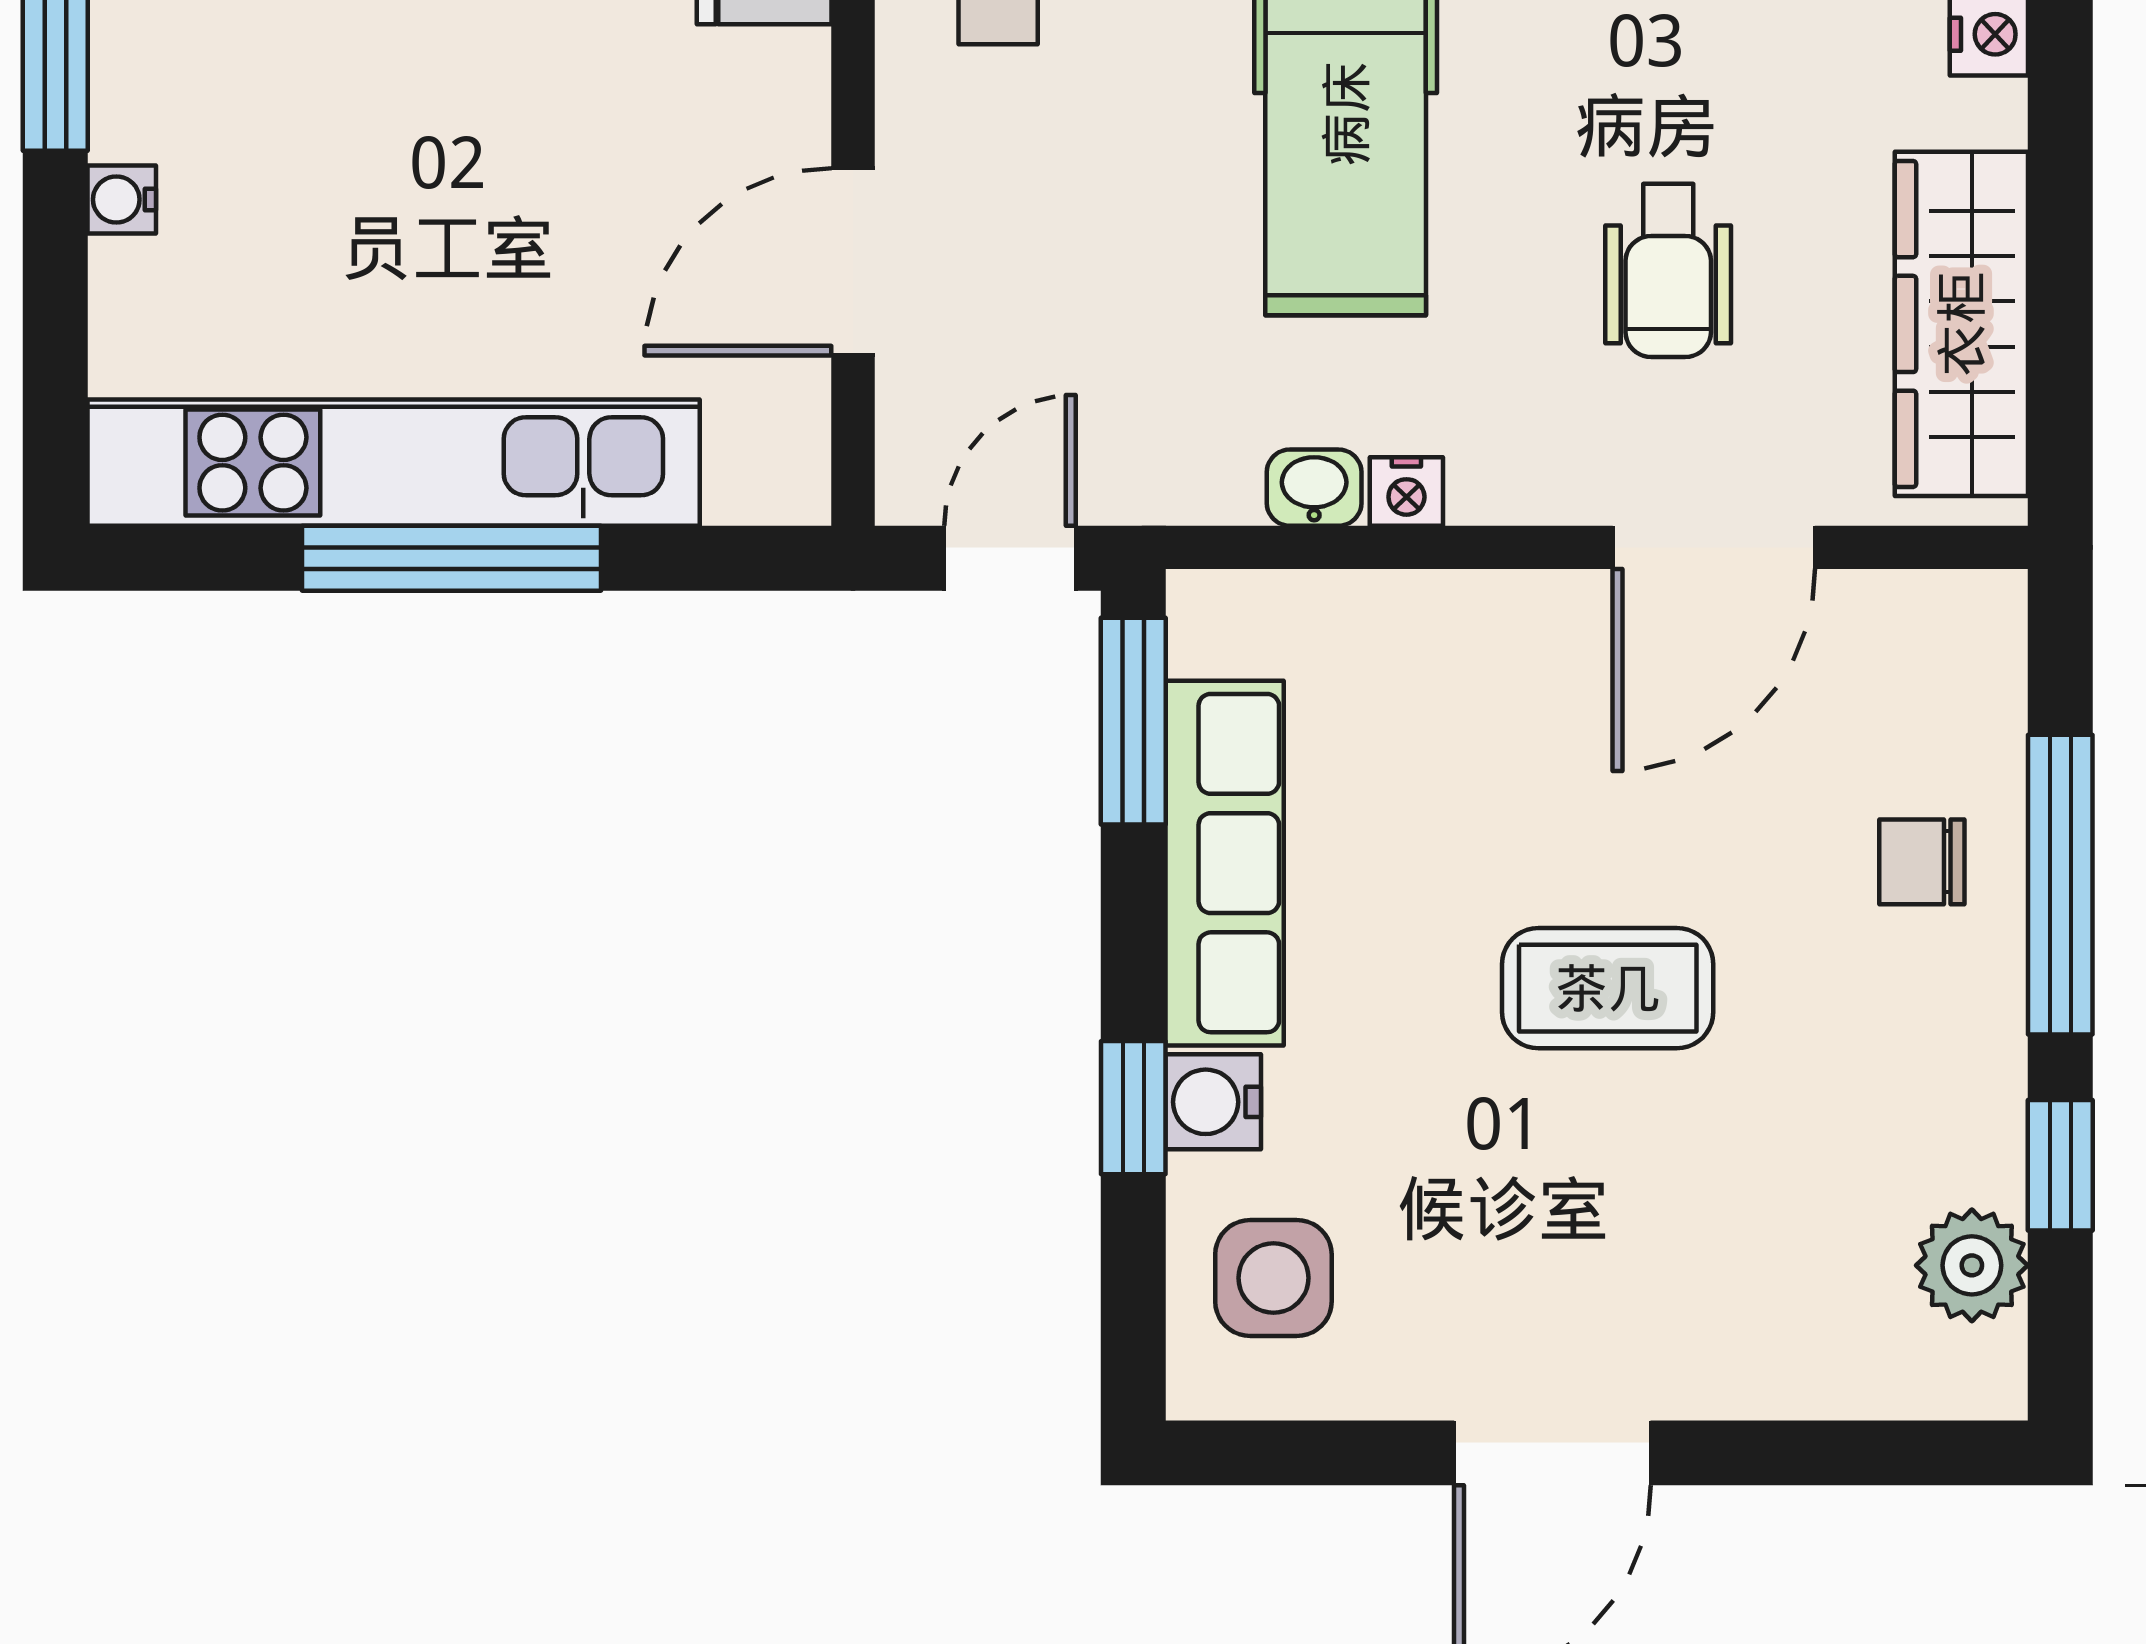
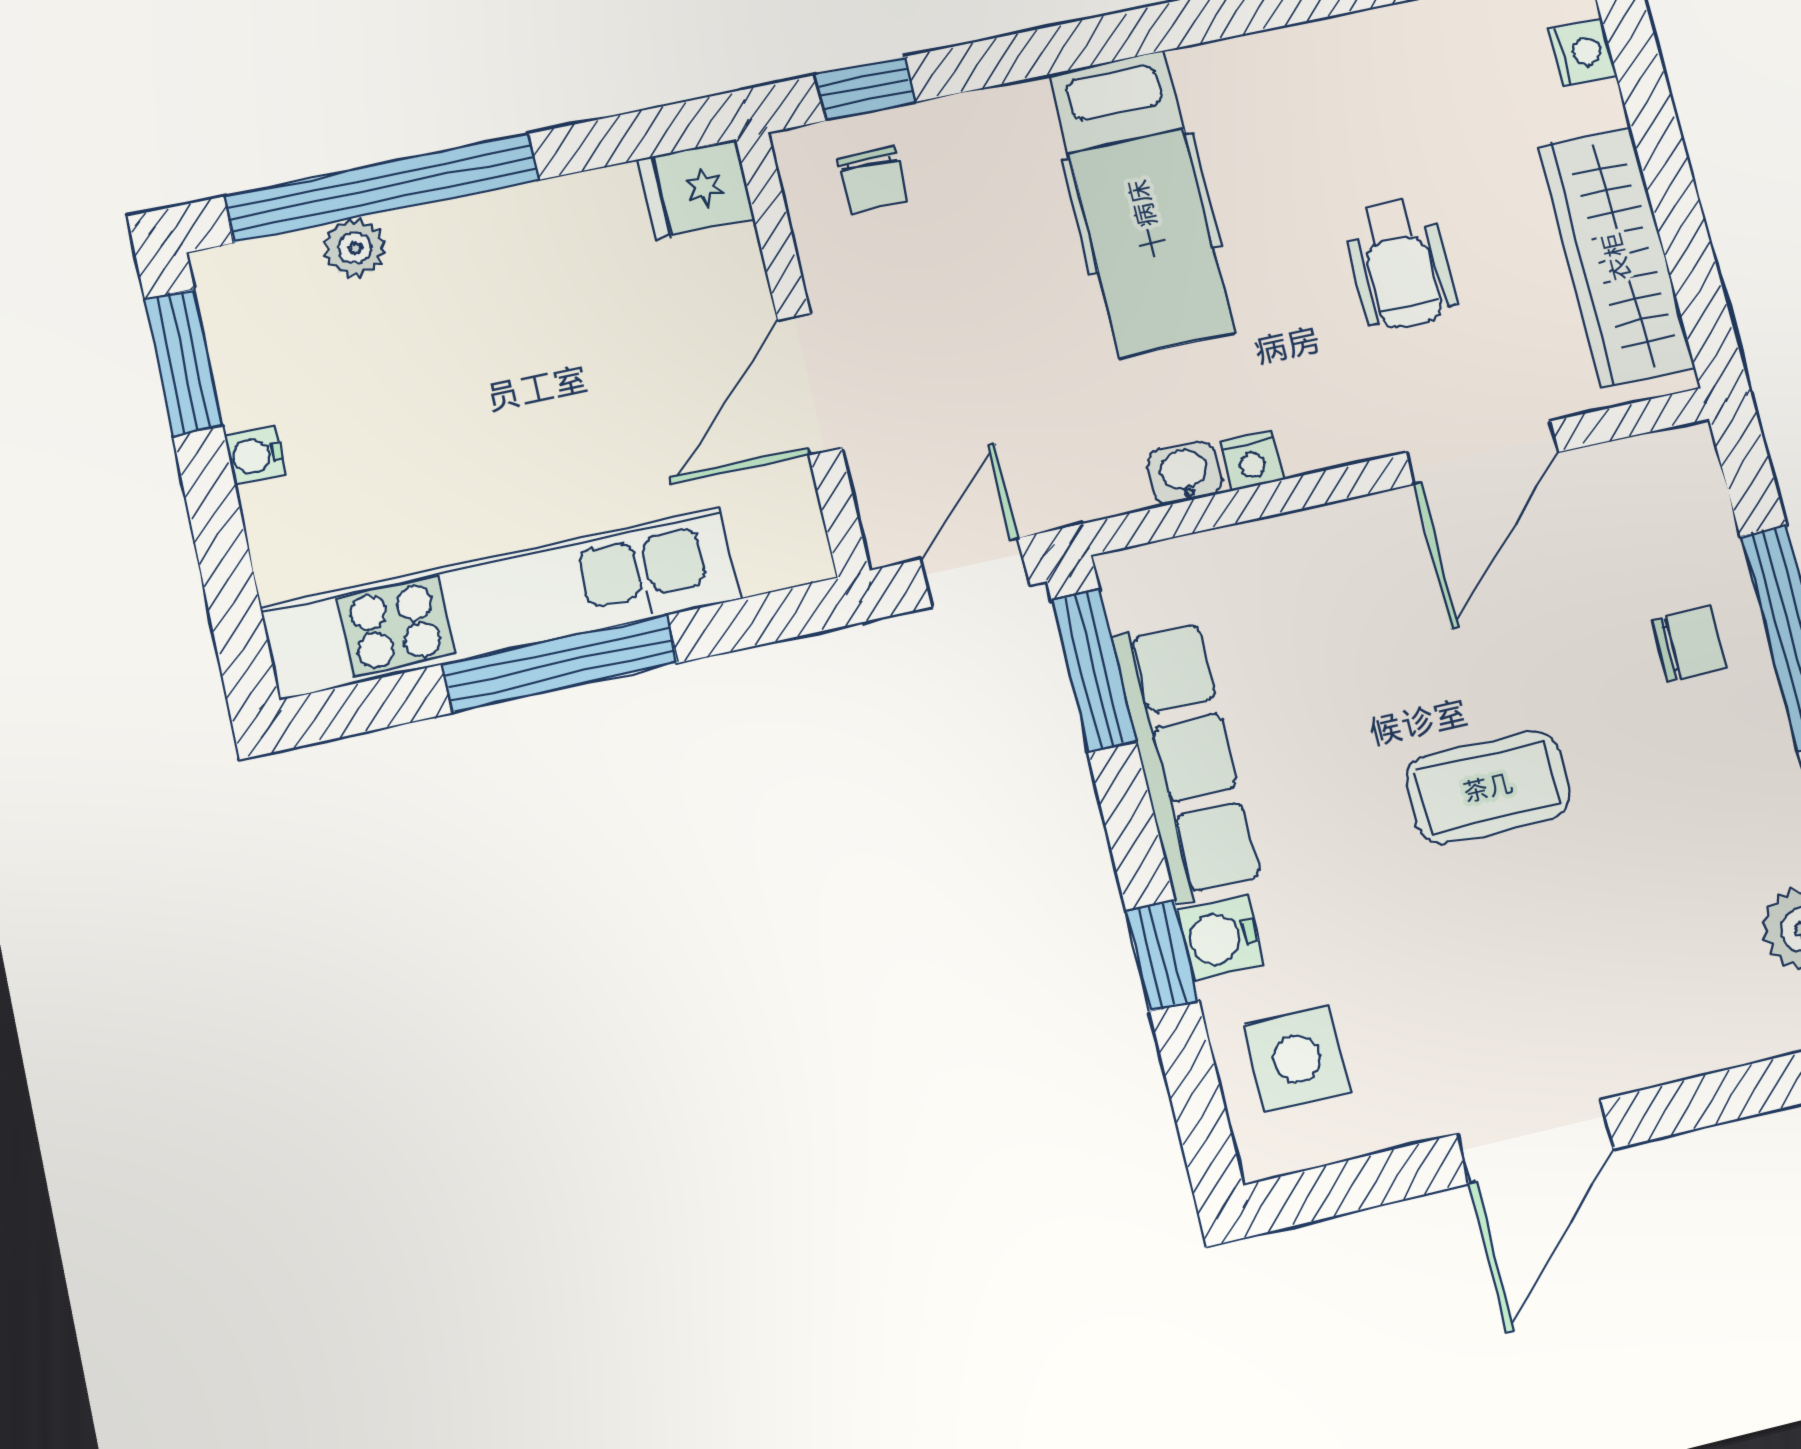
chair: (1922, 862) -> (1690, 644), turned 180

